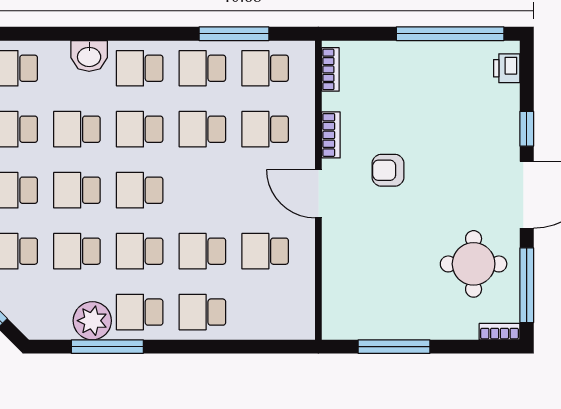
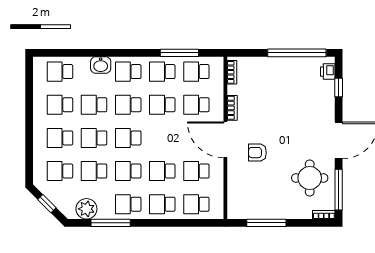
window: (527, 129) -> (339, 88), moved
armchair: (388, 170) -> (257, 153), moved
door: (318, 194) -> (225, 140), width x1.36
school desk: (265, 312) -> (196, 204), added
plant: (92, 321) -> (86, 209), moved

